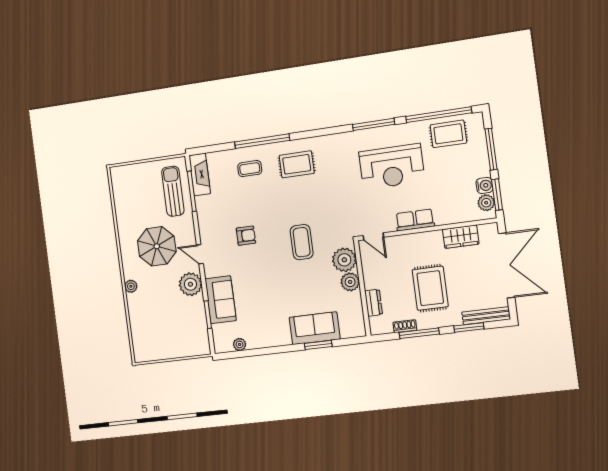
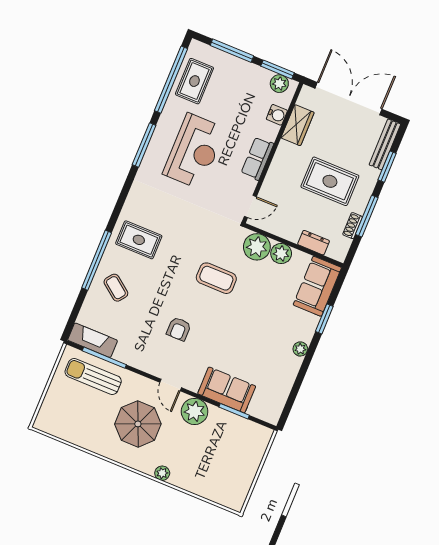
rug: (297, 164) -> (139, 240), turned 90
coffee table: (250, 169) -> (116, 288), turned -53
water cooler: (484, 185) -> (277, 115), moved, turned 90
armchair: (246, 236) -> (179, 329), turned 180
door: (200, 254) -> (171, 385), hinge flipped
sofa: (315, 328) -> (317, 286), moved
plant: (240, 344) -> (300, 349), moved

